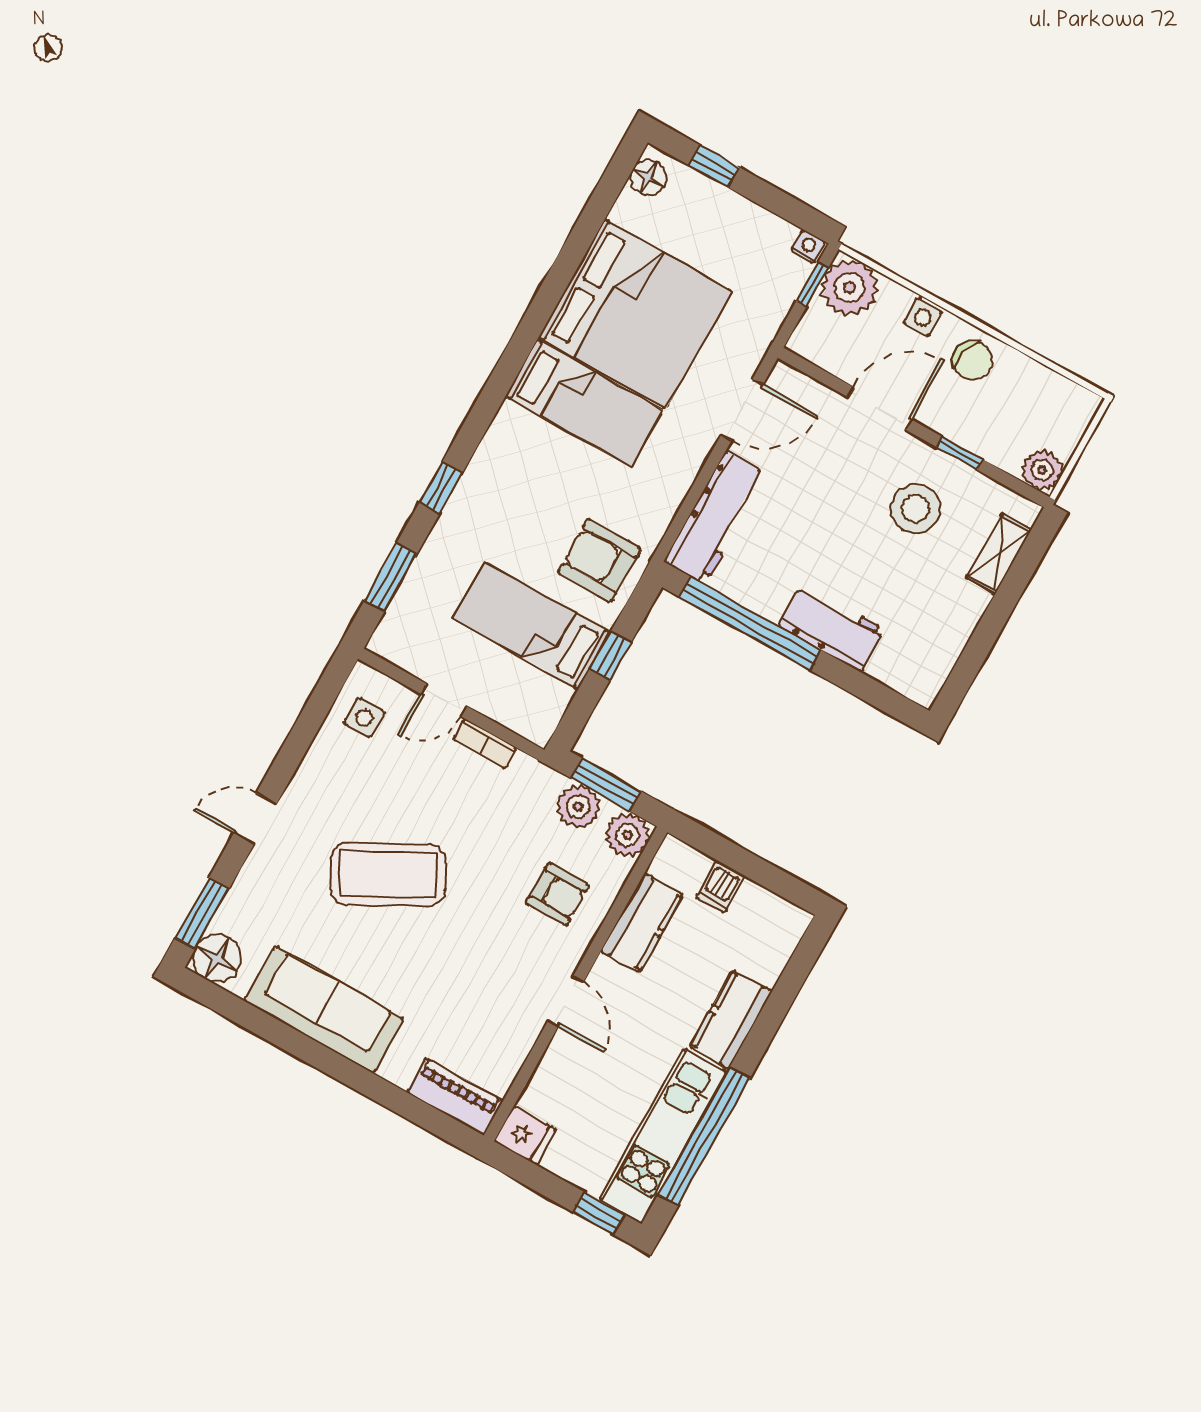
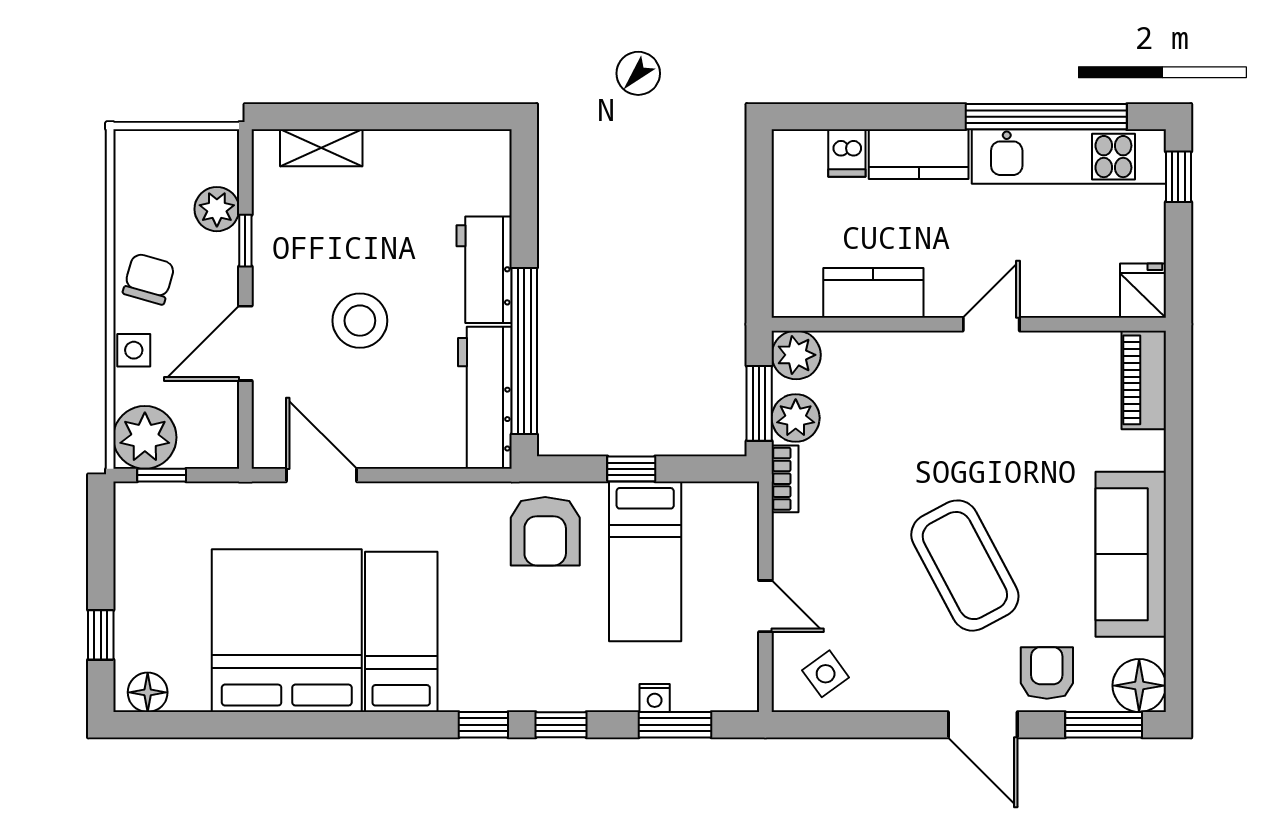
nightstand: (808, 246) -> (655, 698), moved, turned -90
door: (879, 408) -> (245, 343), hinge flipped
window: (475, 427) -> (483, 725), added
plant: (1042, 470) -> (217, 209), moved
stool: (915, 509) -> (360, 321), moved
workbench: (716, 518) -> (485, 398), moved, turned -90
side table: (364, 718) -> (826, 674), turned -36
bookcase: (485, 743) -> (785, 479), moved
door: (255, 819) -> (983, 725), width x1.38
dishwasher: (721, 887) -> (847, 153), moved, turned 90
armchair: (557, 894) -> (1047, 673), moved

